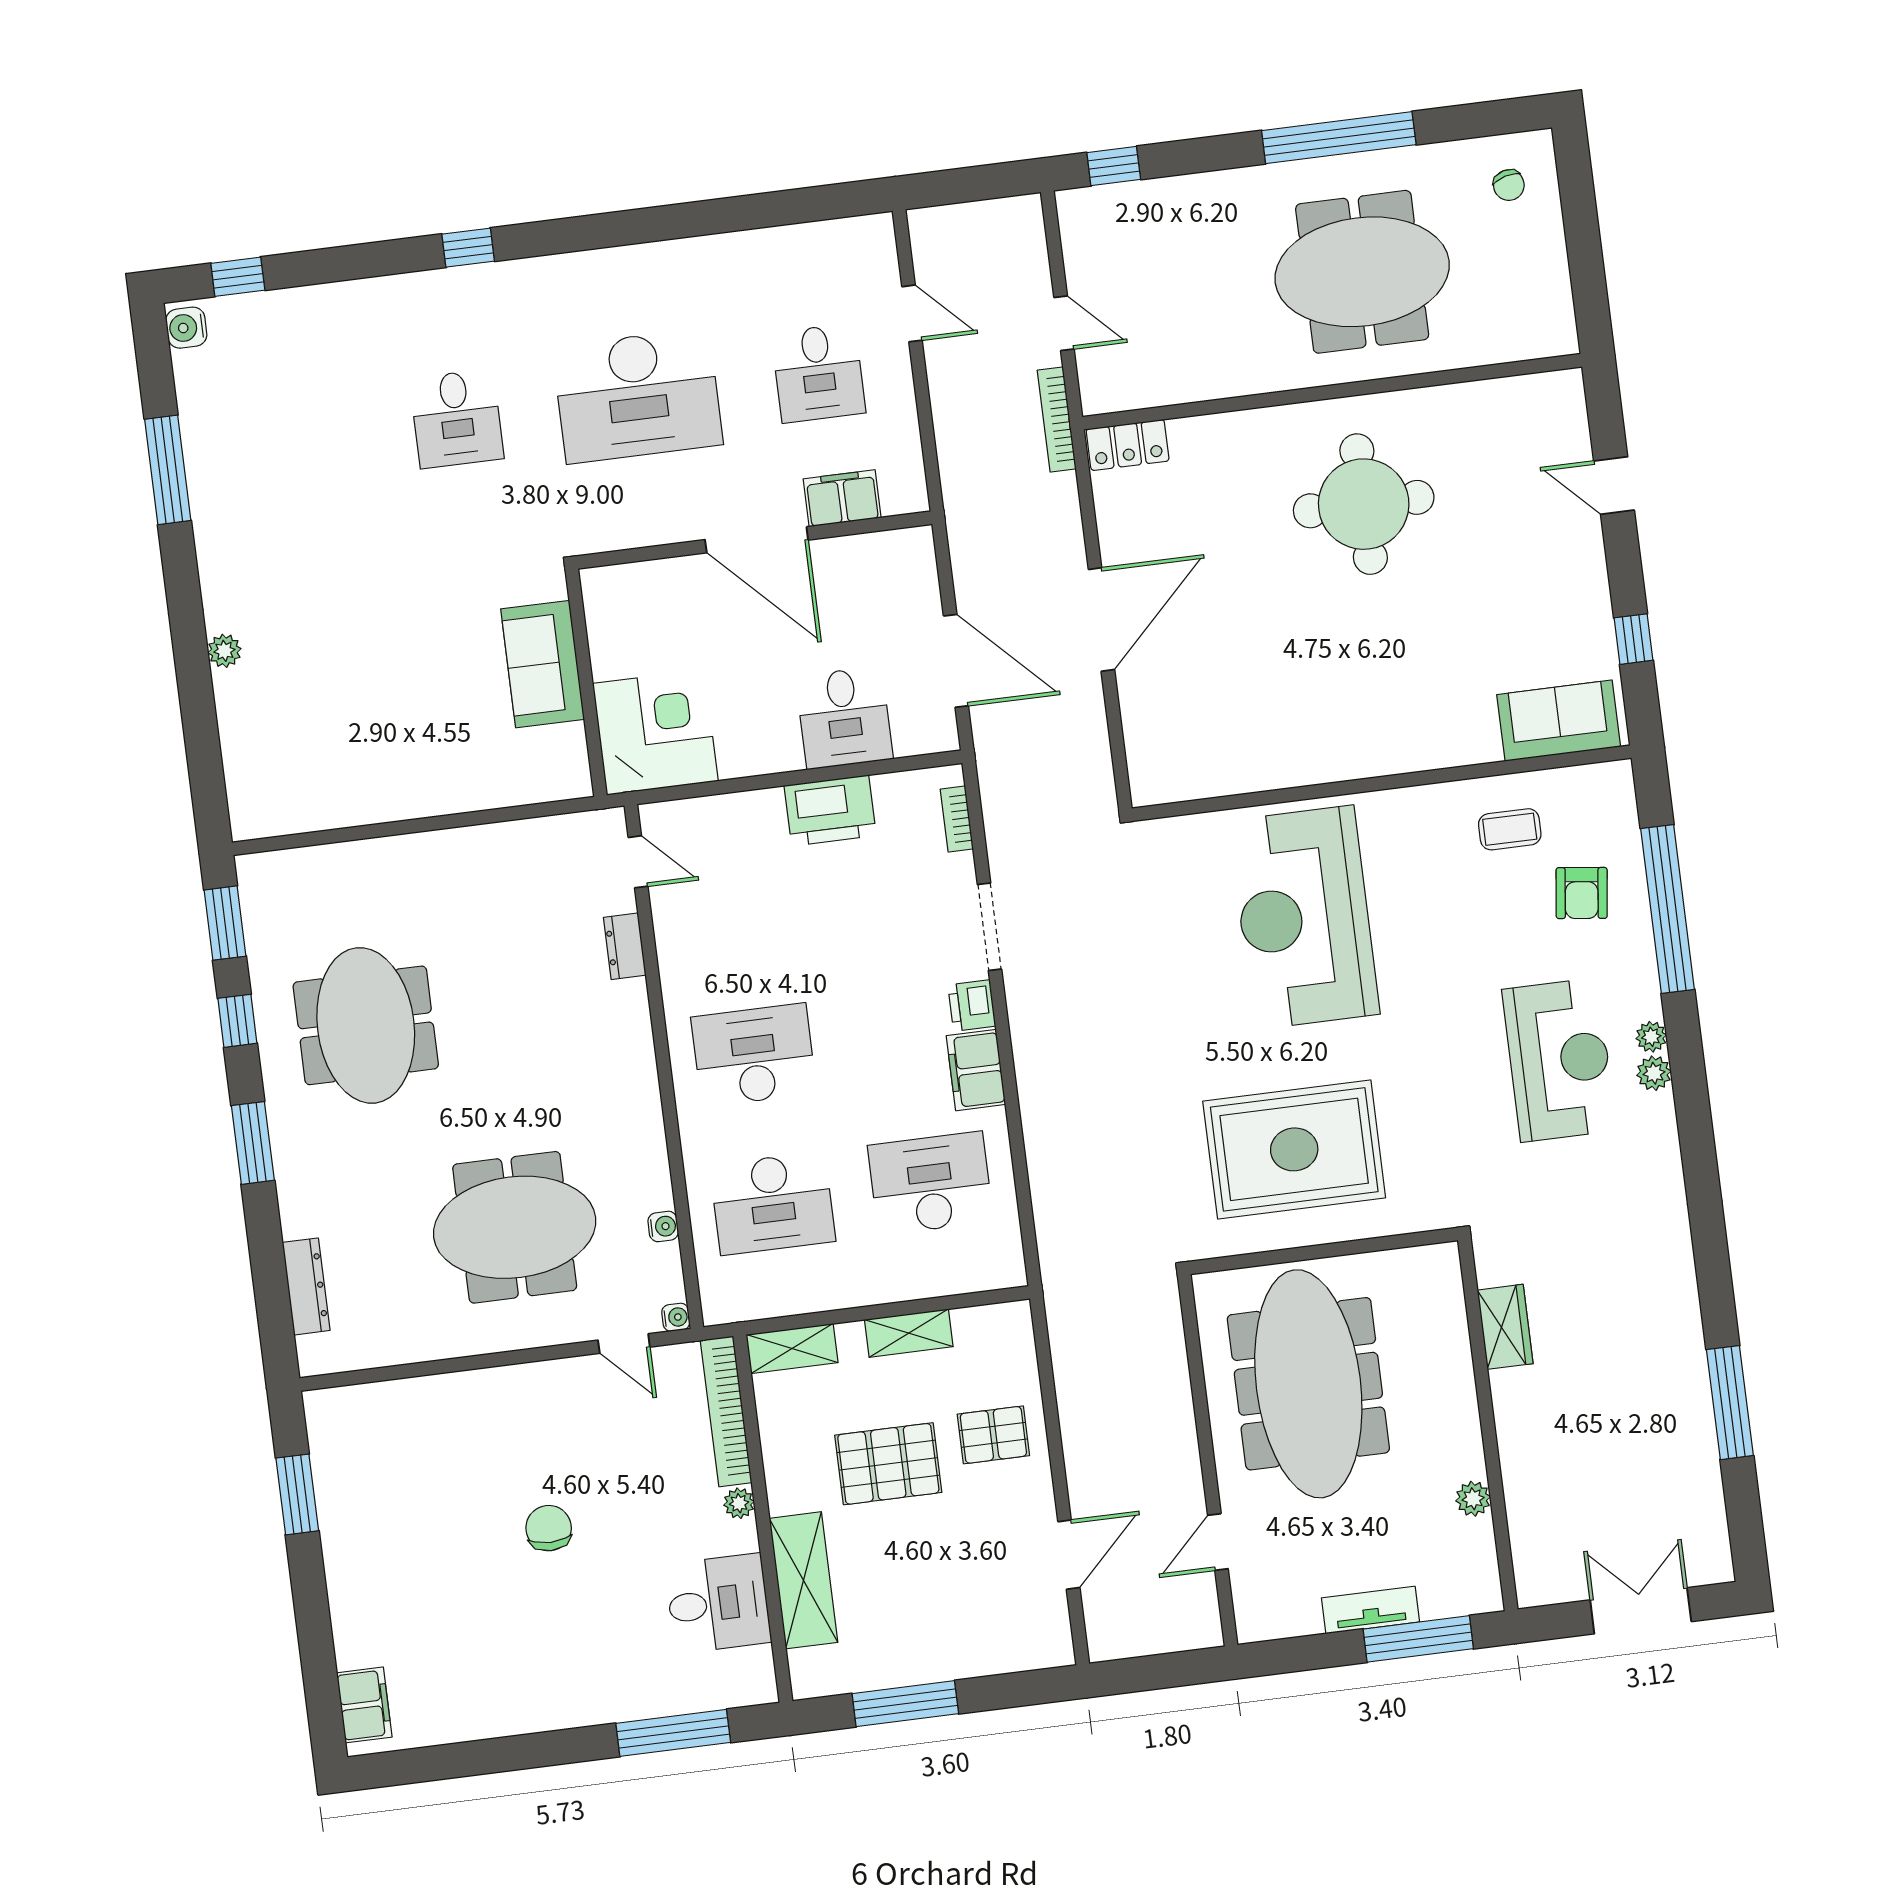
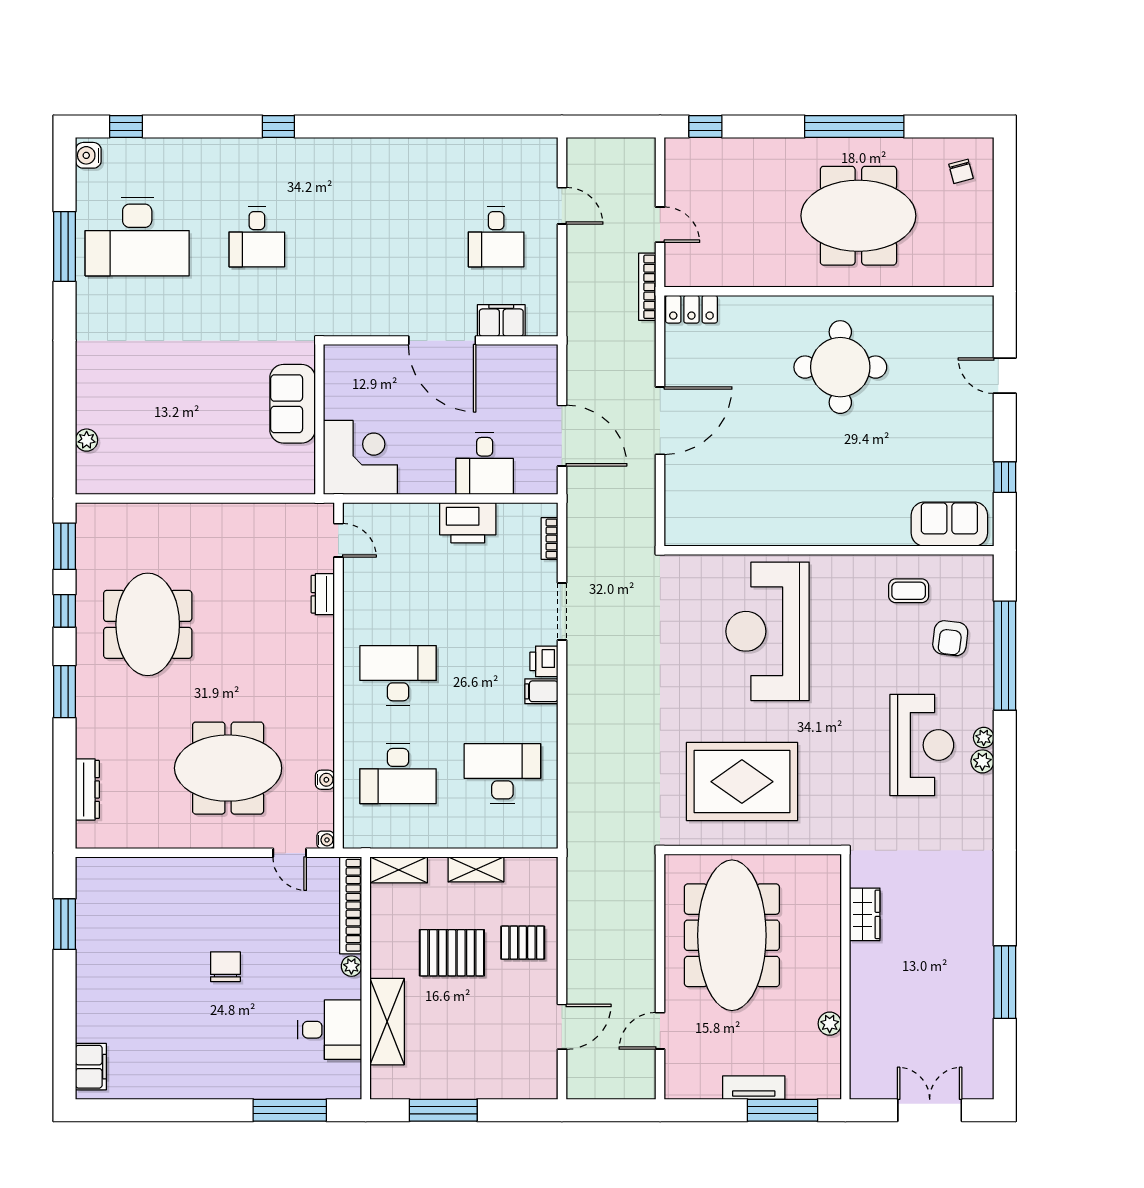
desk: (638, 396) -> (137, 237), moved
plant: (224, 651) -> (87, 440), moved
filing cabinet: (976, 1070) -> (541, 691), width x0.50

